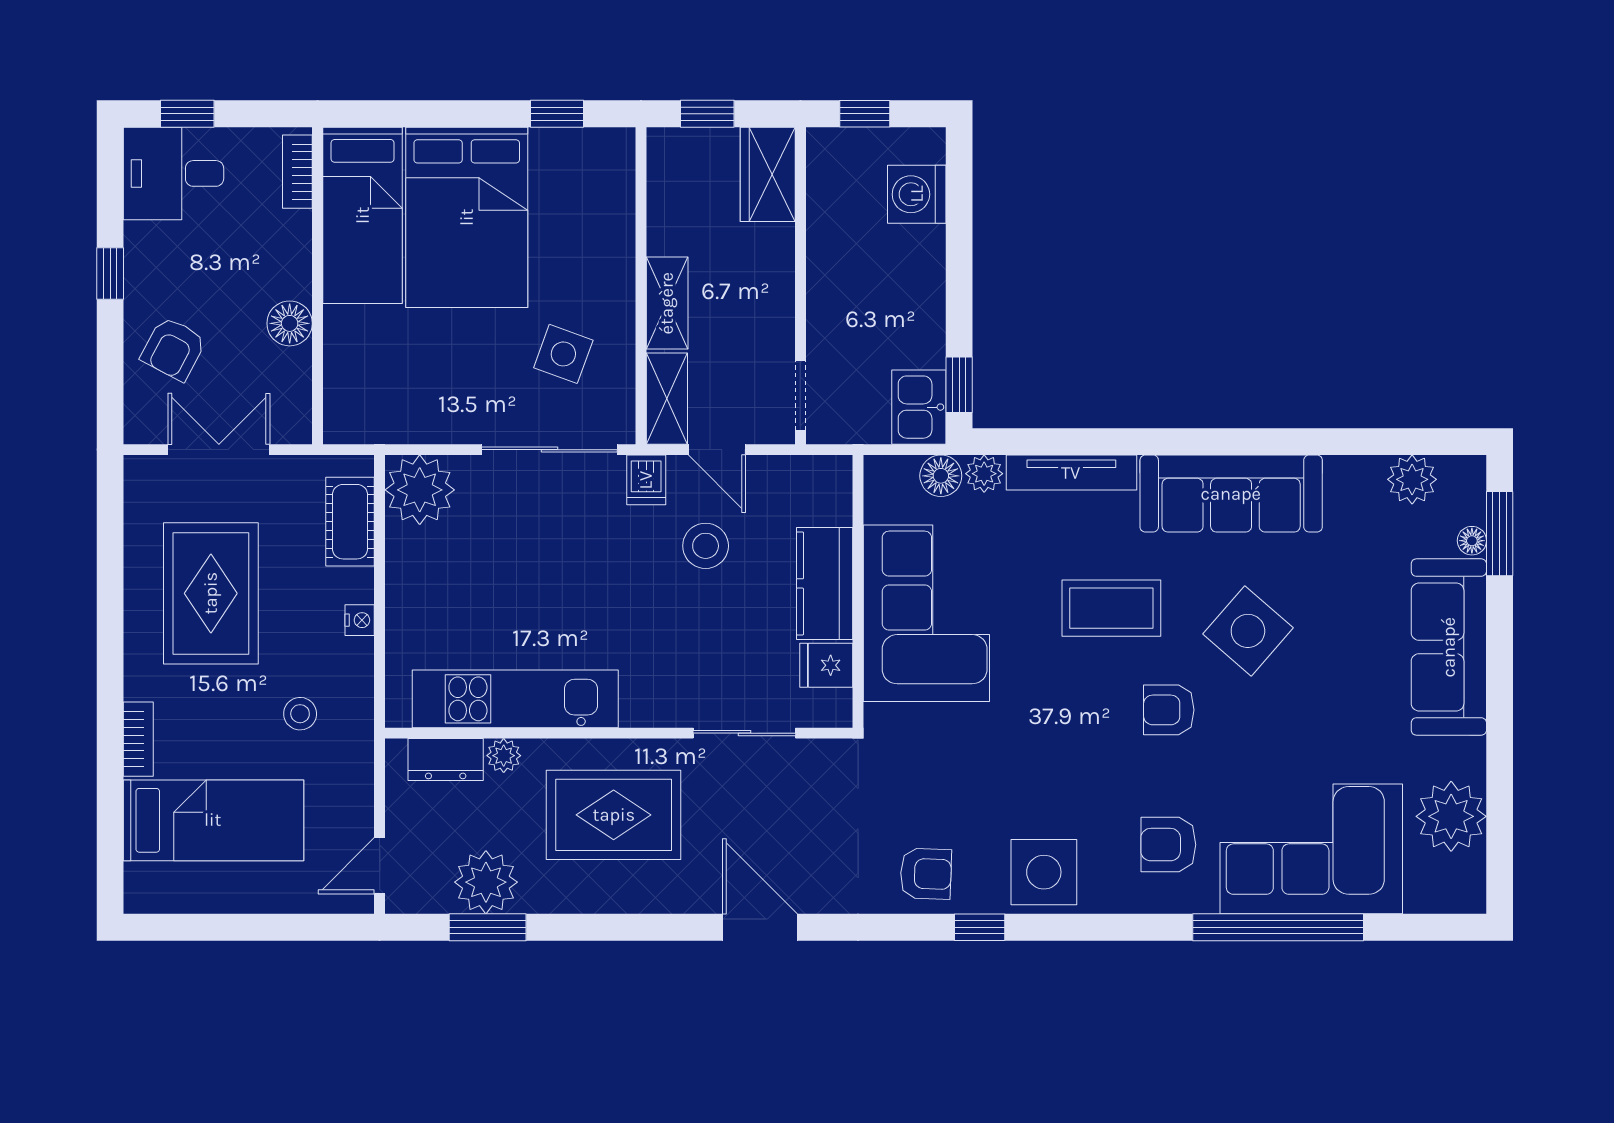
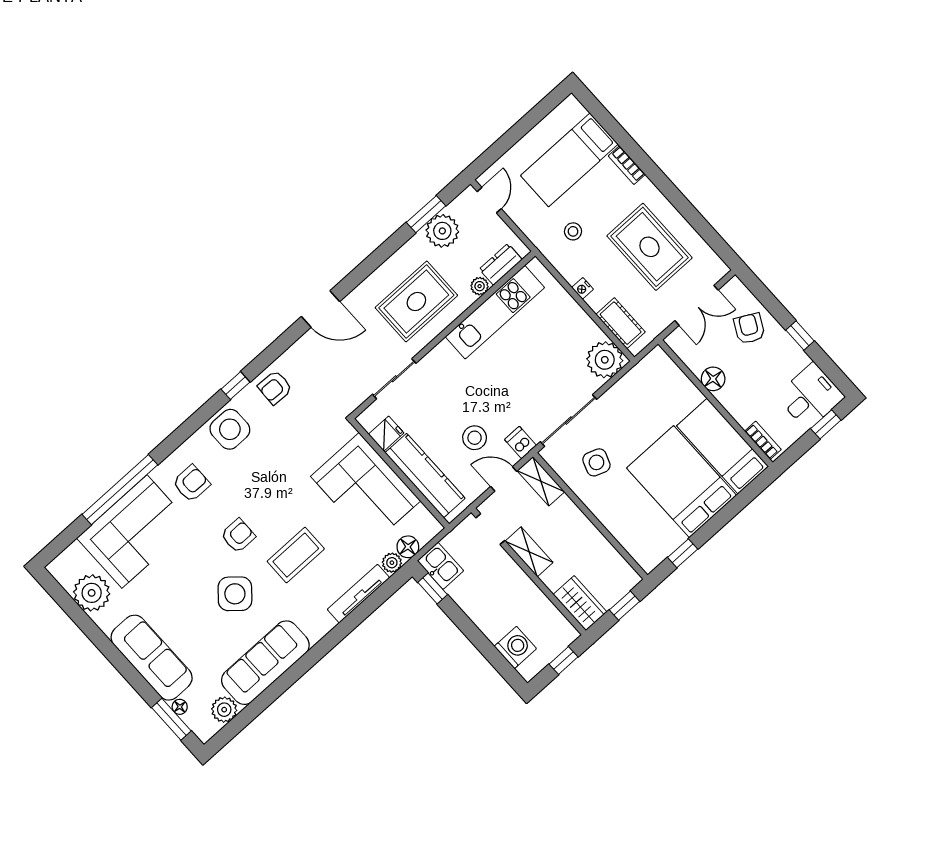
shelving: (667, 303) -> (529, 552), moved
sofa: (1231, 494) -> (265, 663), moved
kitchen counter: (825, 583) -> (425, 476), width x1.50

